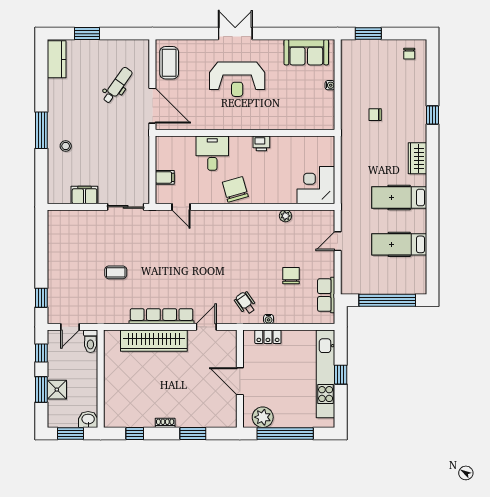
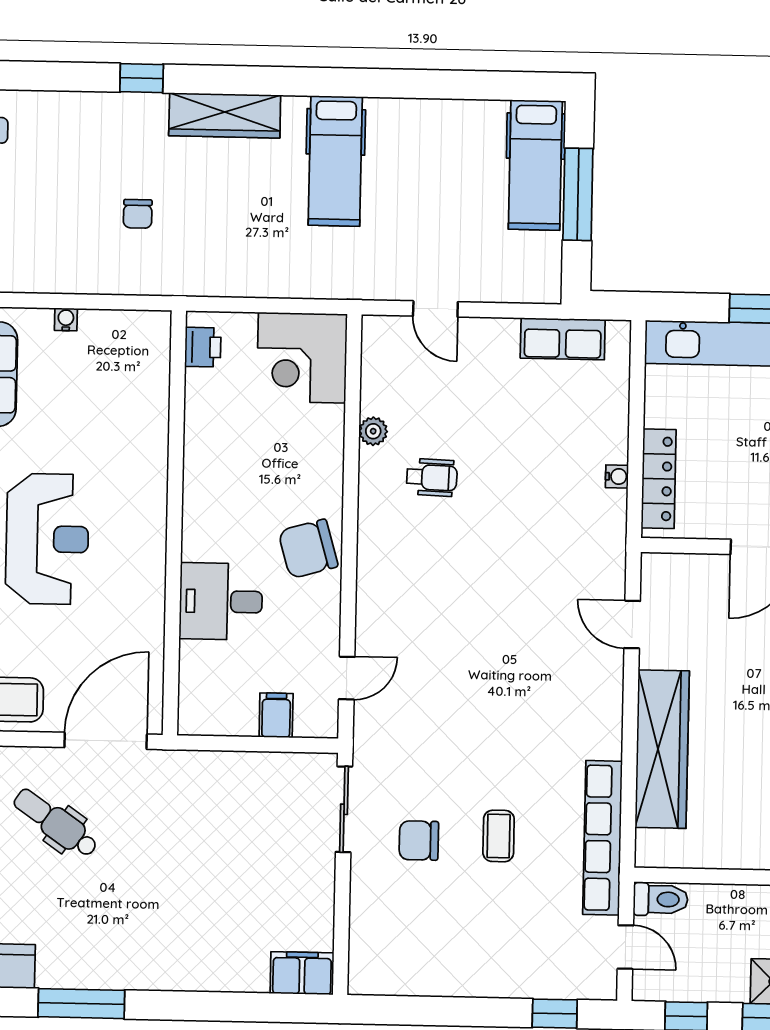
window: (41, 130) -> (81, 1004), moved
printer: (261, 143) -> (203, 347), moved
stool: (66, 146) -> (197, 948), removed
wardrobe: (417, 158) -> (225, 115), width x1.50
filing cabinet: (84, 195) -> (302, 973), moved, turned 90
hospital bed: (399, 244) -> (535, 165), moved
chair: (291, 276) -> (419, 841), moved
window: (387, 300) -> (578, 194), width x0.68
wheelchair: (245, 303) -> (432, 477), moved, turned -143
row of seats: (162, 316) -> (602, 838), moved
locker: (268, 337) -> (659, 479), width x1.53

